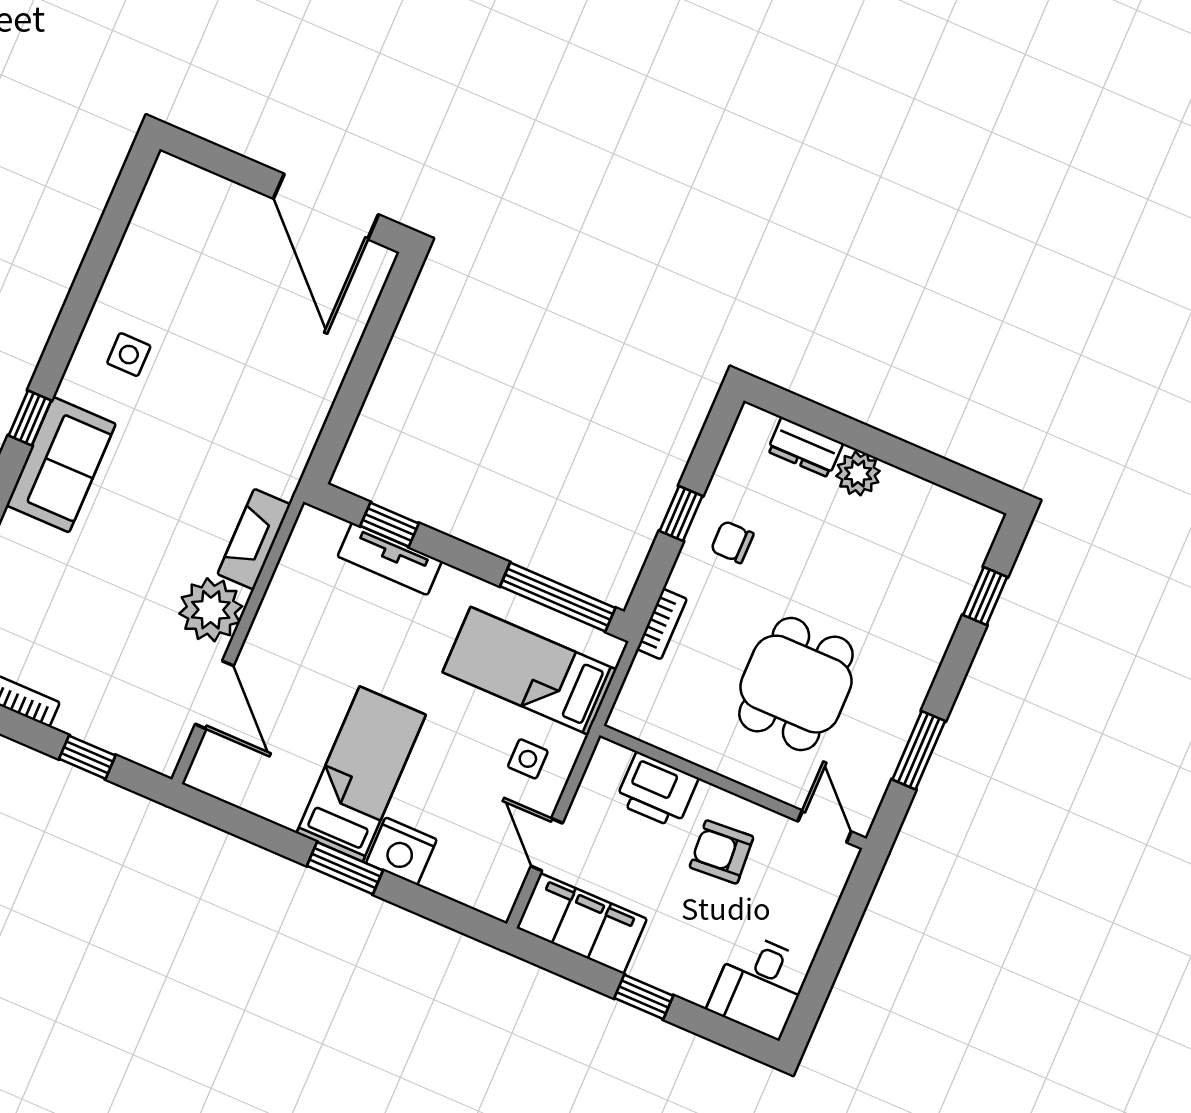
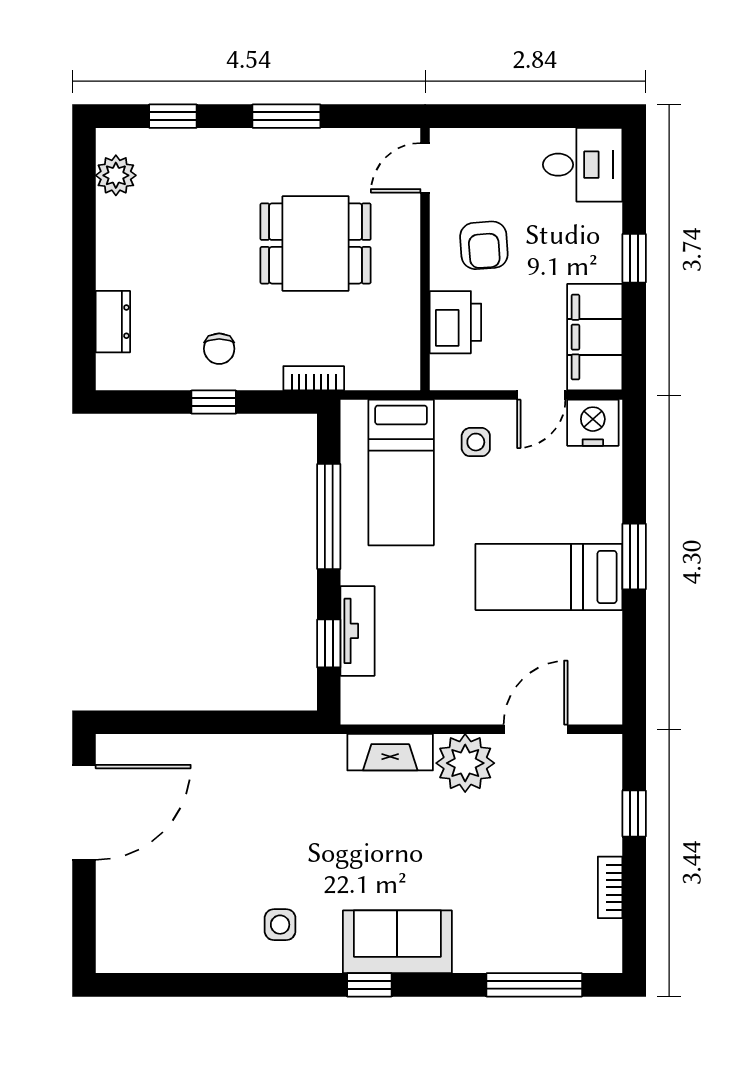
plant: (858, 474) -> (116, 175), moved
window: (558, 597) -> (329, 517), moved
window: (919, 750) -> (286, 116), moved
nightstand: (401, 851) -> (593, 423), moved, turned -90

